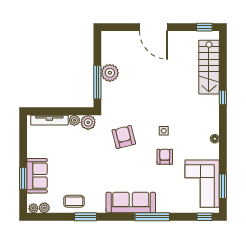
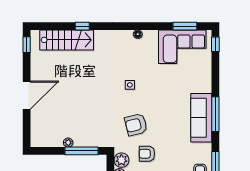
plant: (110, 73) -> (68, 143), width x0.53, depth x0.53
window: (223, 98) -> (82, 26), moved
armchair: (165, 157) -> (147, 154), moved
window: (152, 217) -> (215, 114), moved

